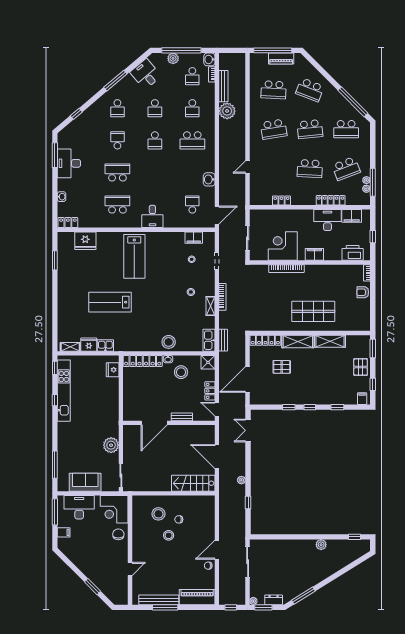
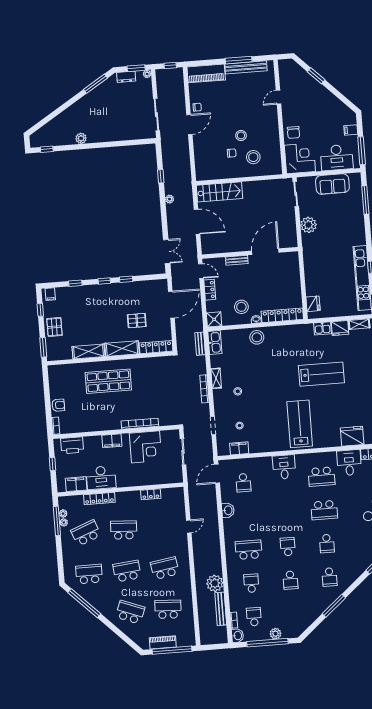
desk: (146, 74) -> (349, 463), moved, turned -140
school desk: (117, 108) -> (329, 577), turned 180
school desk: (155, 108) -> (290, 580), turned 180

